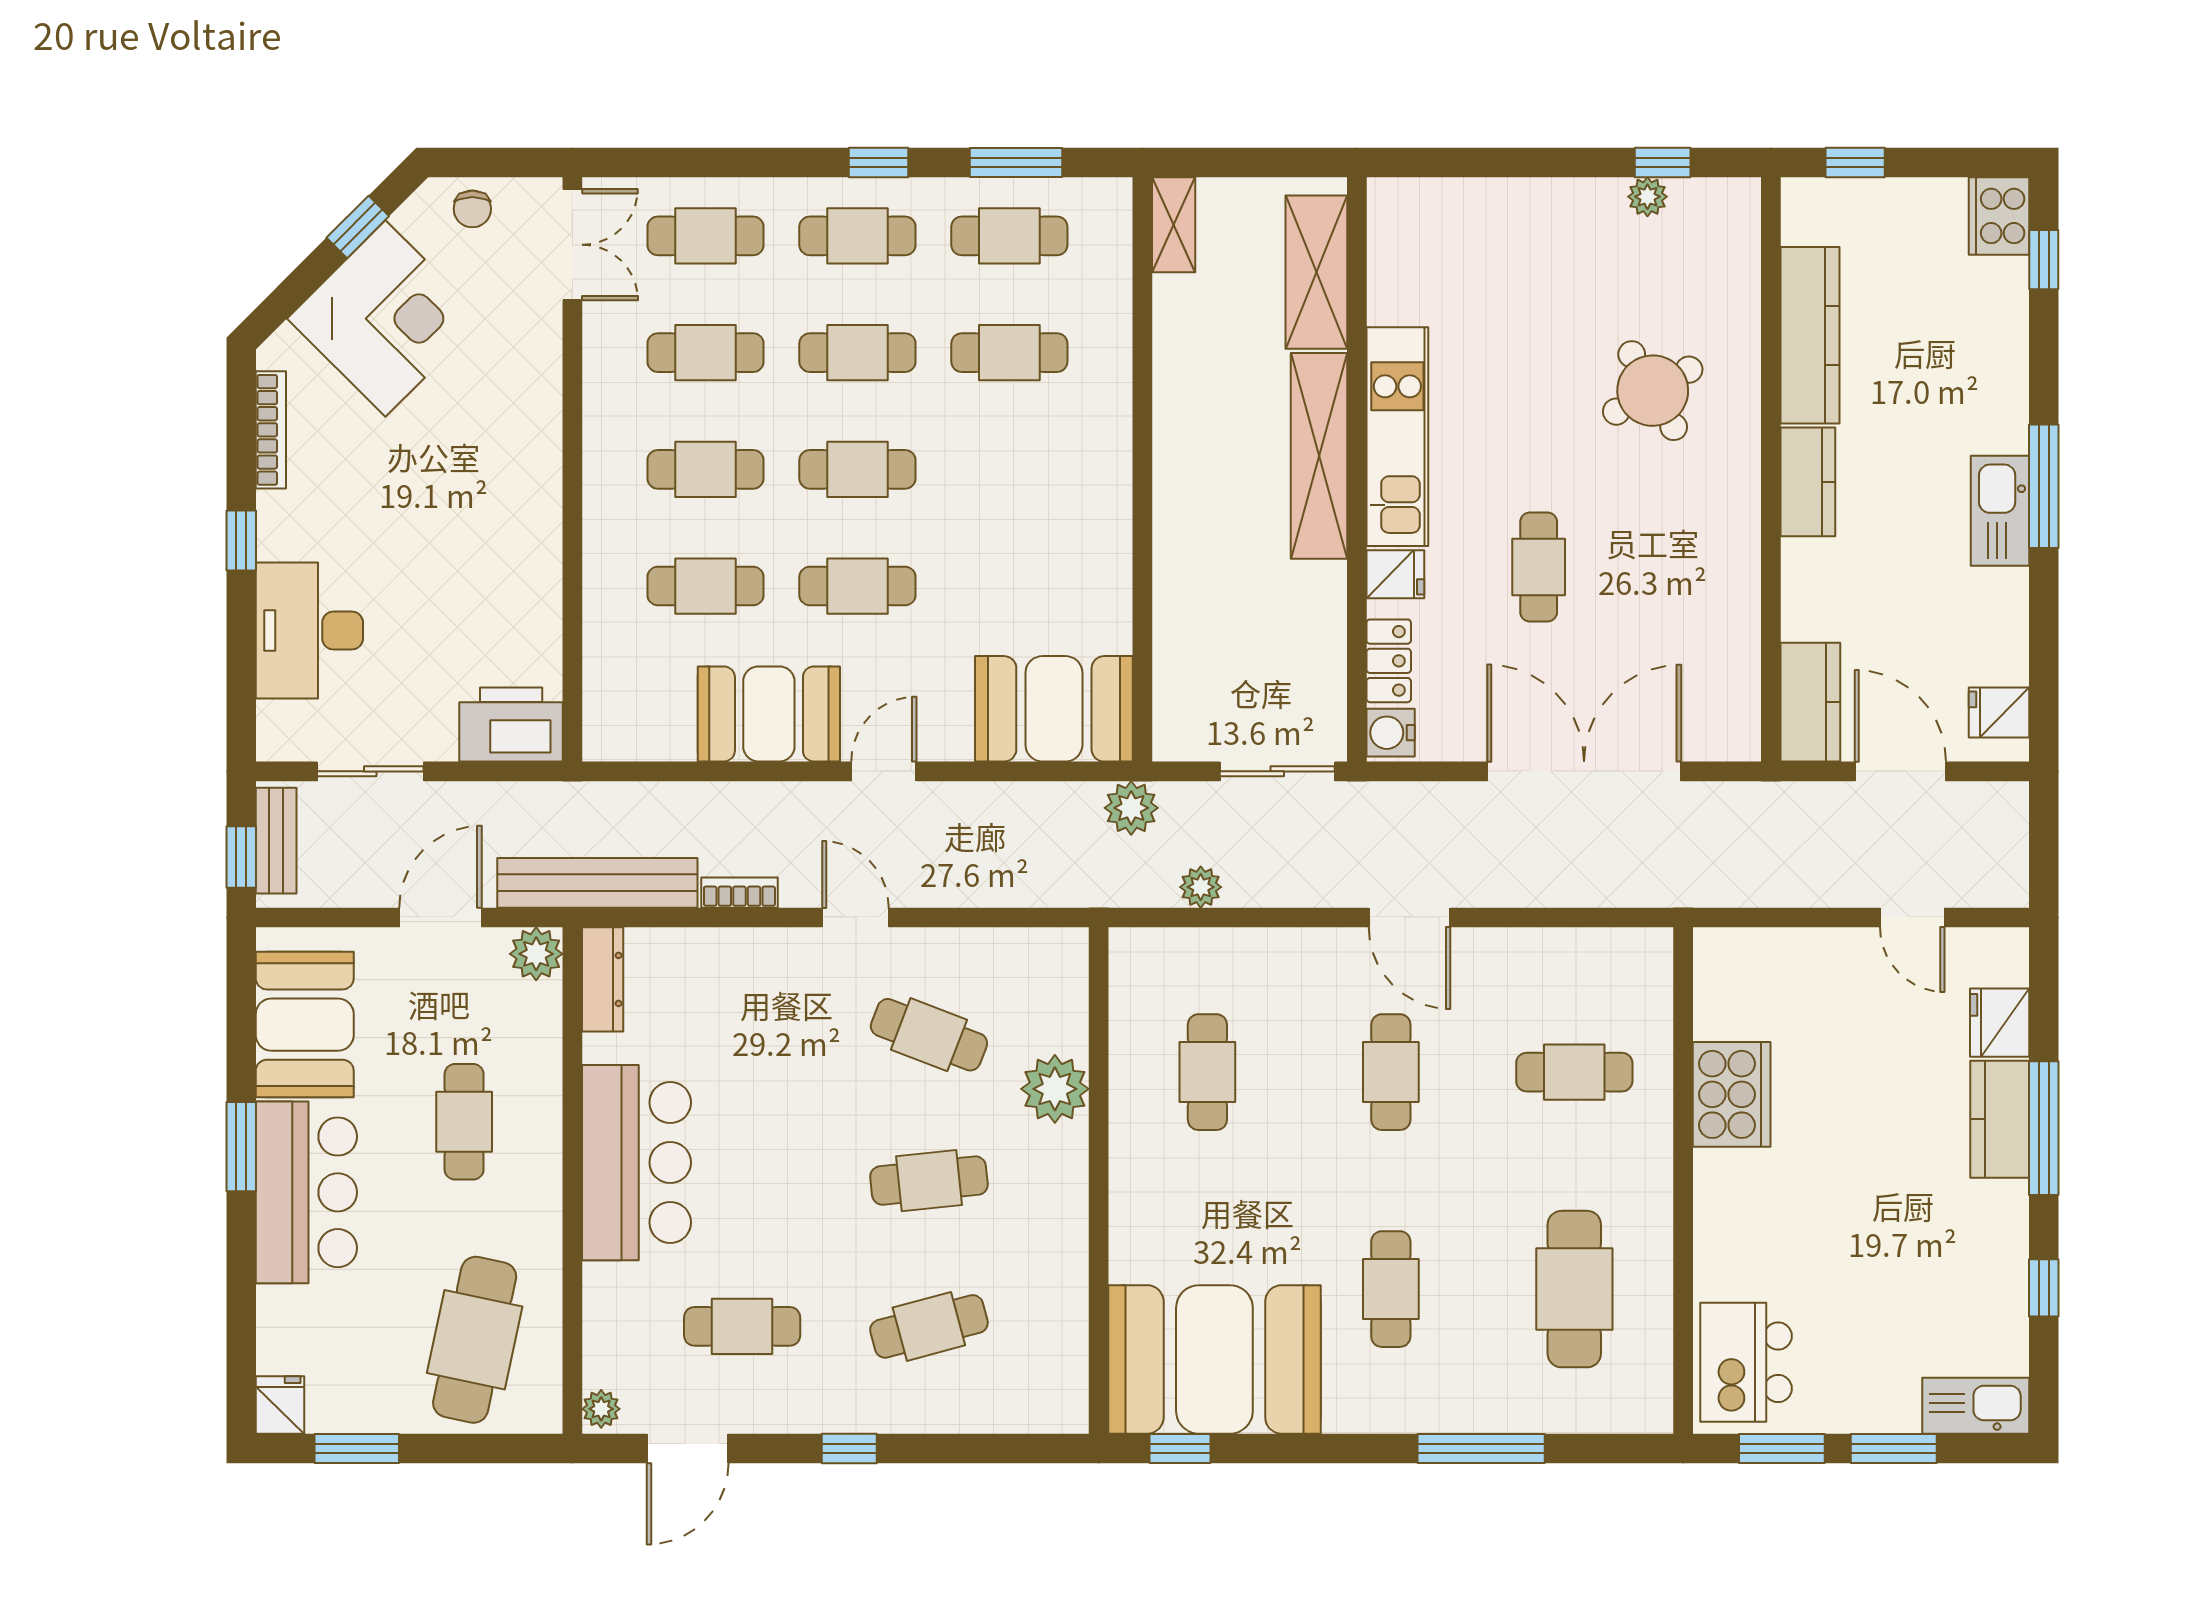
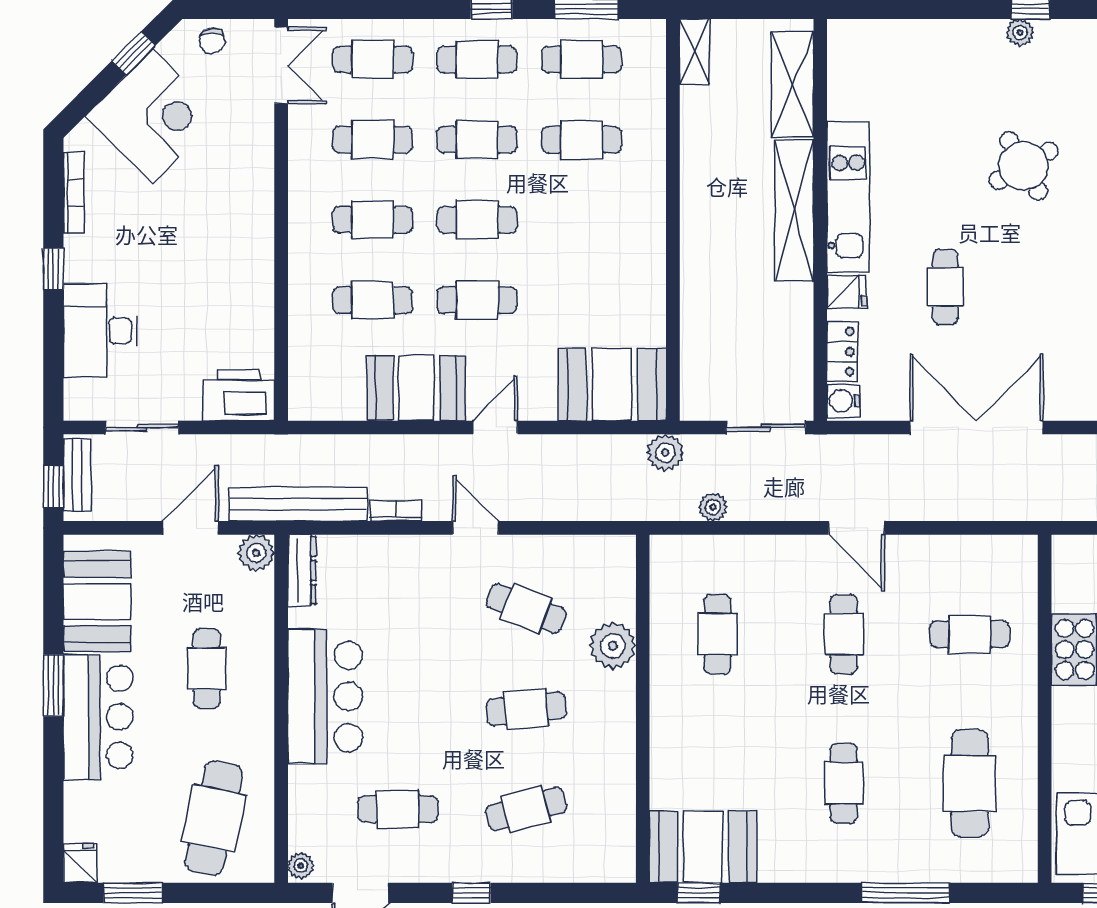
booth: (1214, 1359) -> (703, 847), width x0.73, depth x0.70

